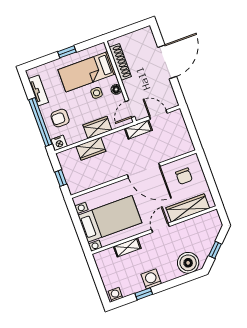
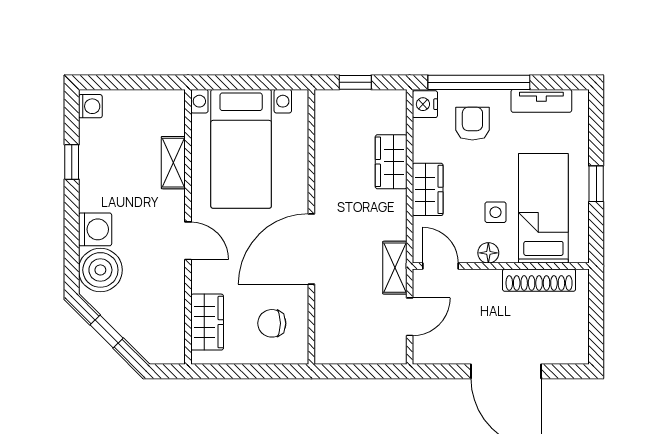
wardrobe: (188, 208) -> (207, 322), width x0.67
washing machine: (151, 279) -> (95, 229), moved

